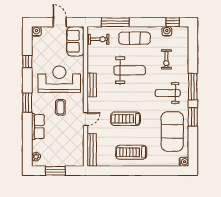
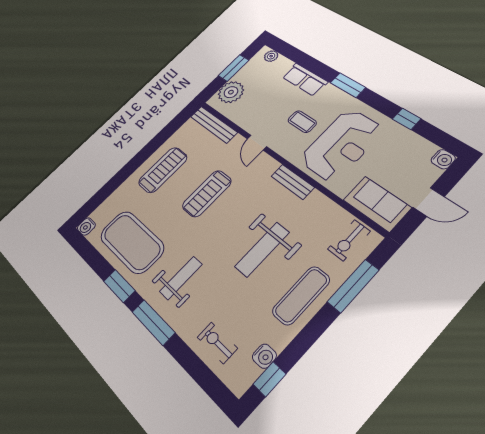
exercise bike: (166, 59) -> (217, 343), moved
treadmill: (126, 119) -> (207, 194), turned 180
plant: (69, 158) -> (231, 92), added

